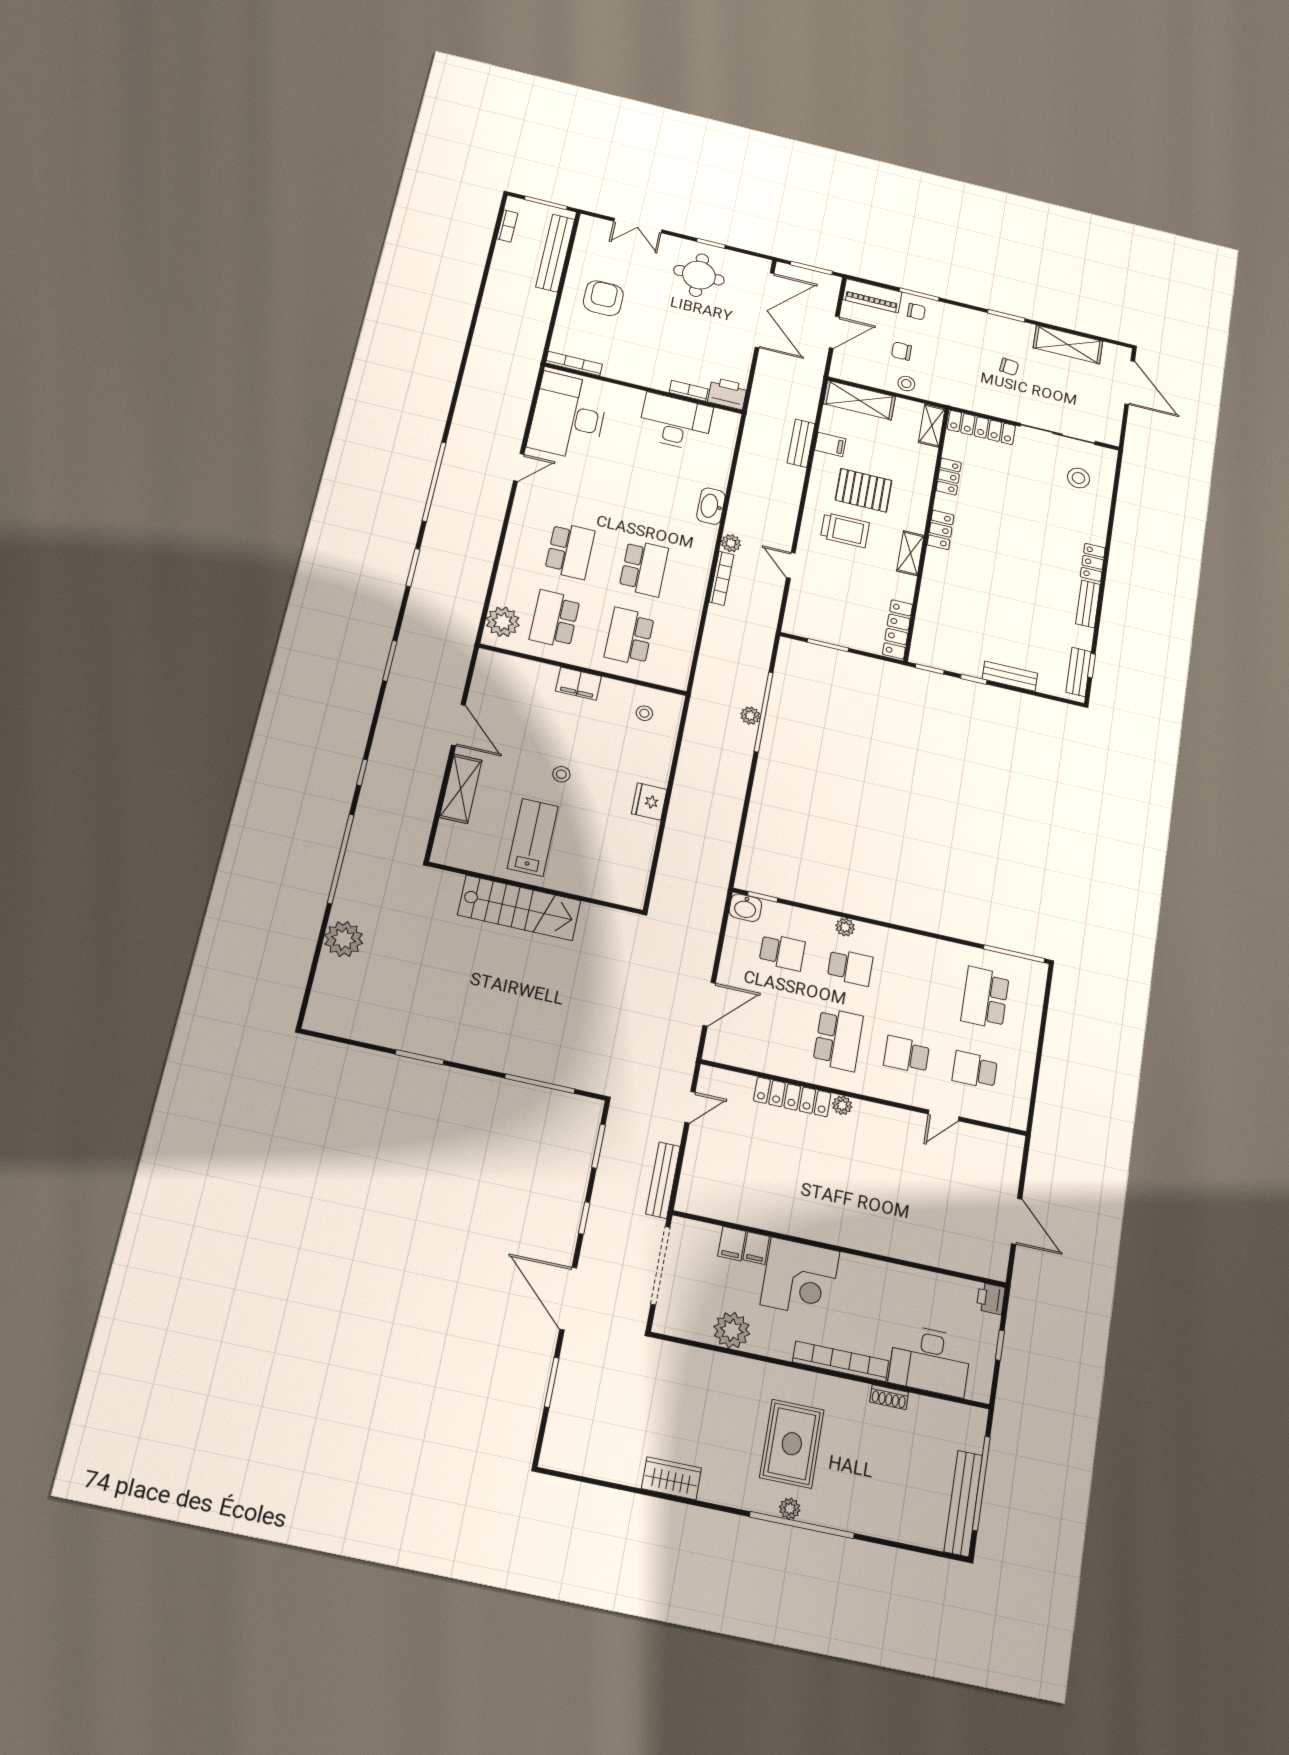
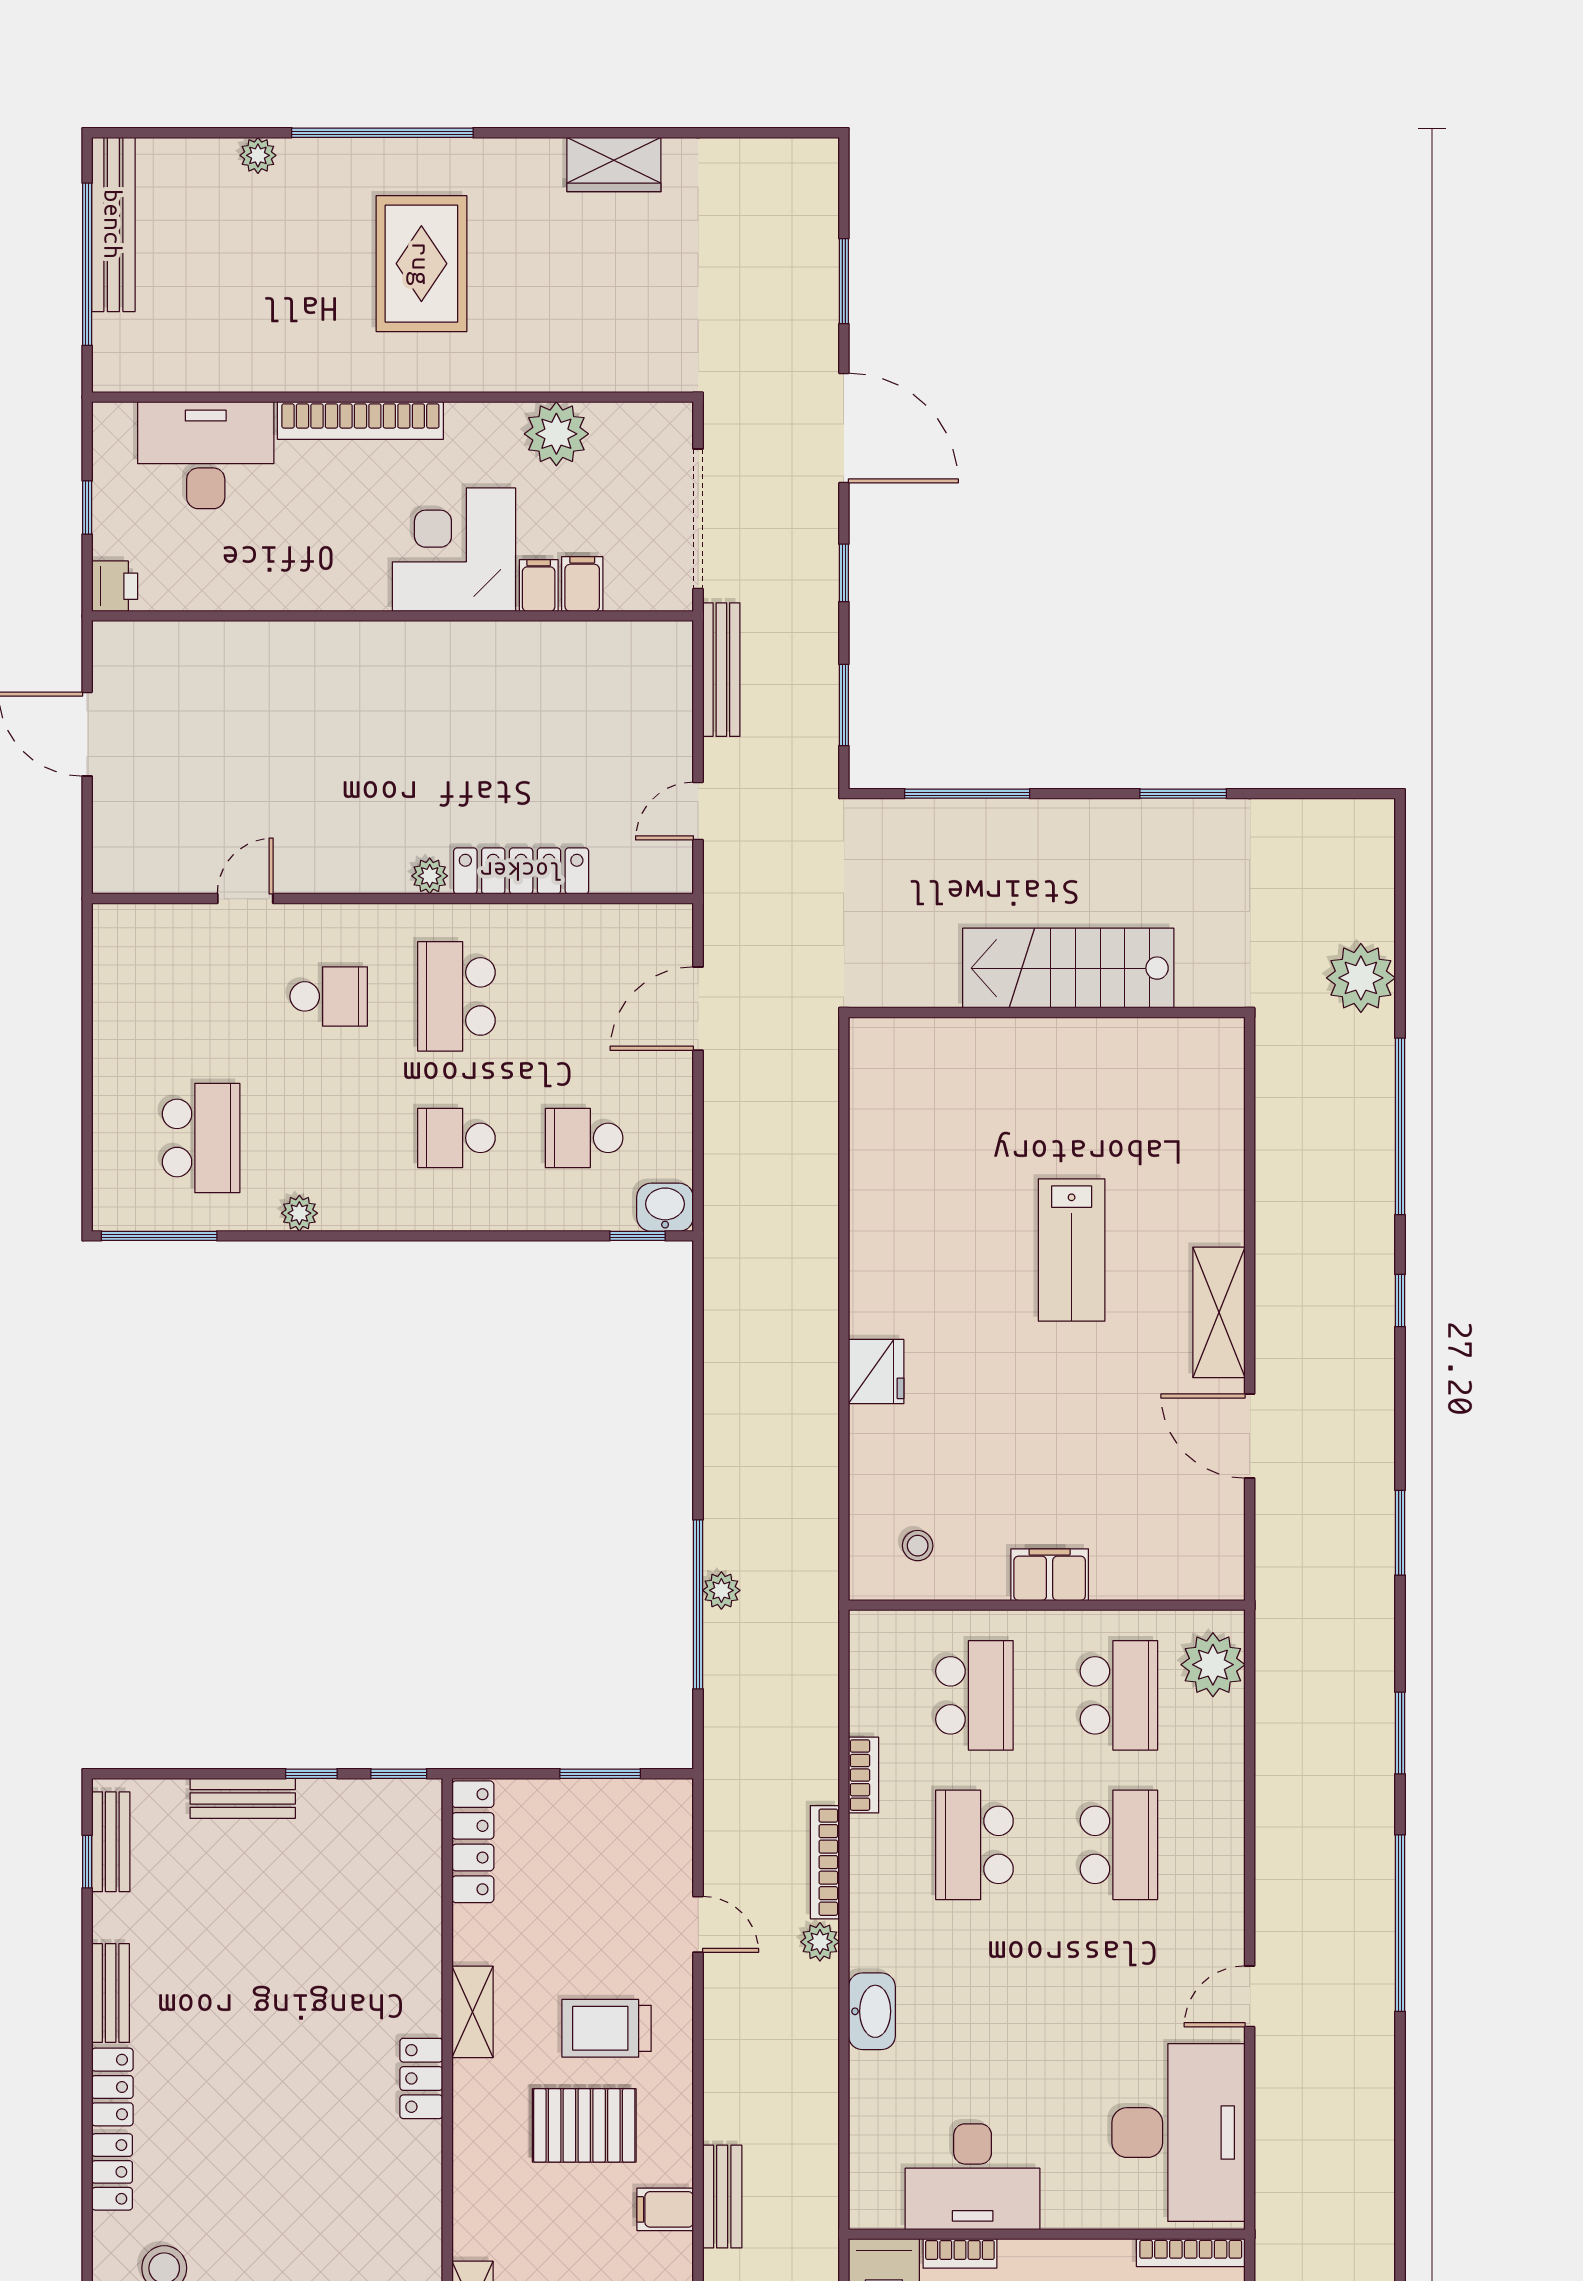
locker: (949, 477) -> (112, 2172), moved, turned 180
school desk: (570, 551) -> (1119, 1845), turned 180
bookcase: (694, 613) -> (864, 1775), added
stool: (561, 774) -> (1045, 1386), removed
wall: (536, 888) -> (1047, 1012), moved
stairs: (519, 908) -> (1068, 968), moved
plant: (845, 927) -> (299, 1213), moved
school desk: (975, 1070) -> (201, 996), removed
shoe rack: (889, 1397) -> (268, 377), removed
plant: (790, 1509) -> (258, 155), moved

